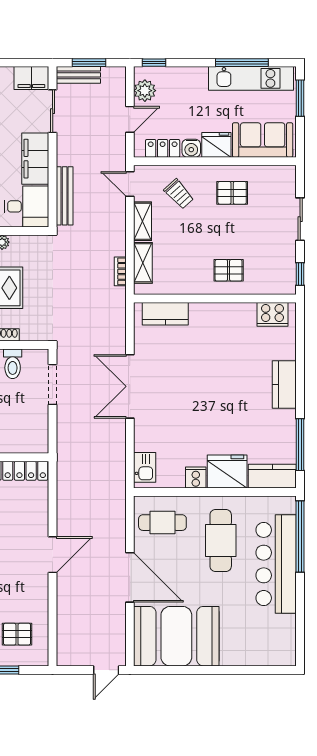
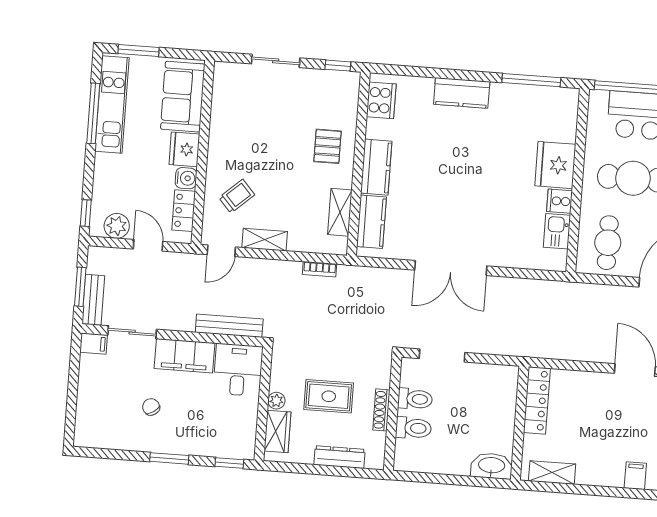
filing cabinet: (31, 78) -> (94, 344), width x0.50
pallet: (232, 193) -> (240, 136), removed
shelving: (143, 263) -> (340, 212), moved, turned 90
kitchen sink: (145, 467) -> (557, 231), moved, turned -90
kitchen counter: (272, 476) -> (376, 167), moved, turned 180

